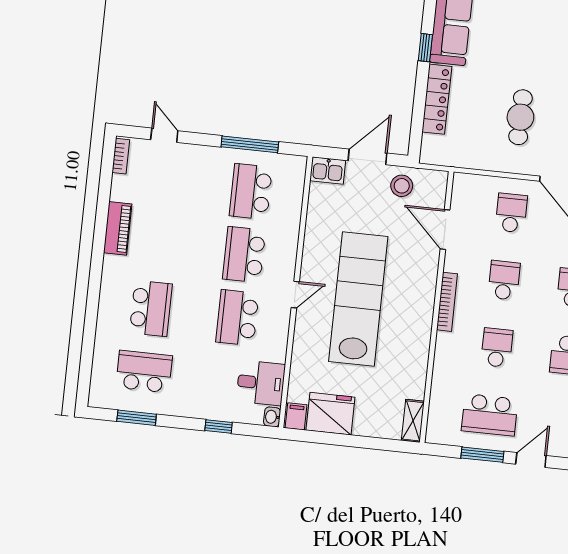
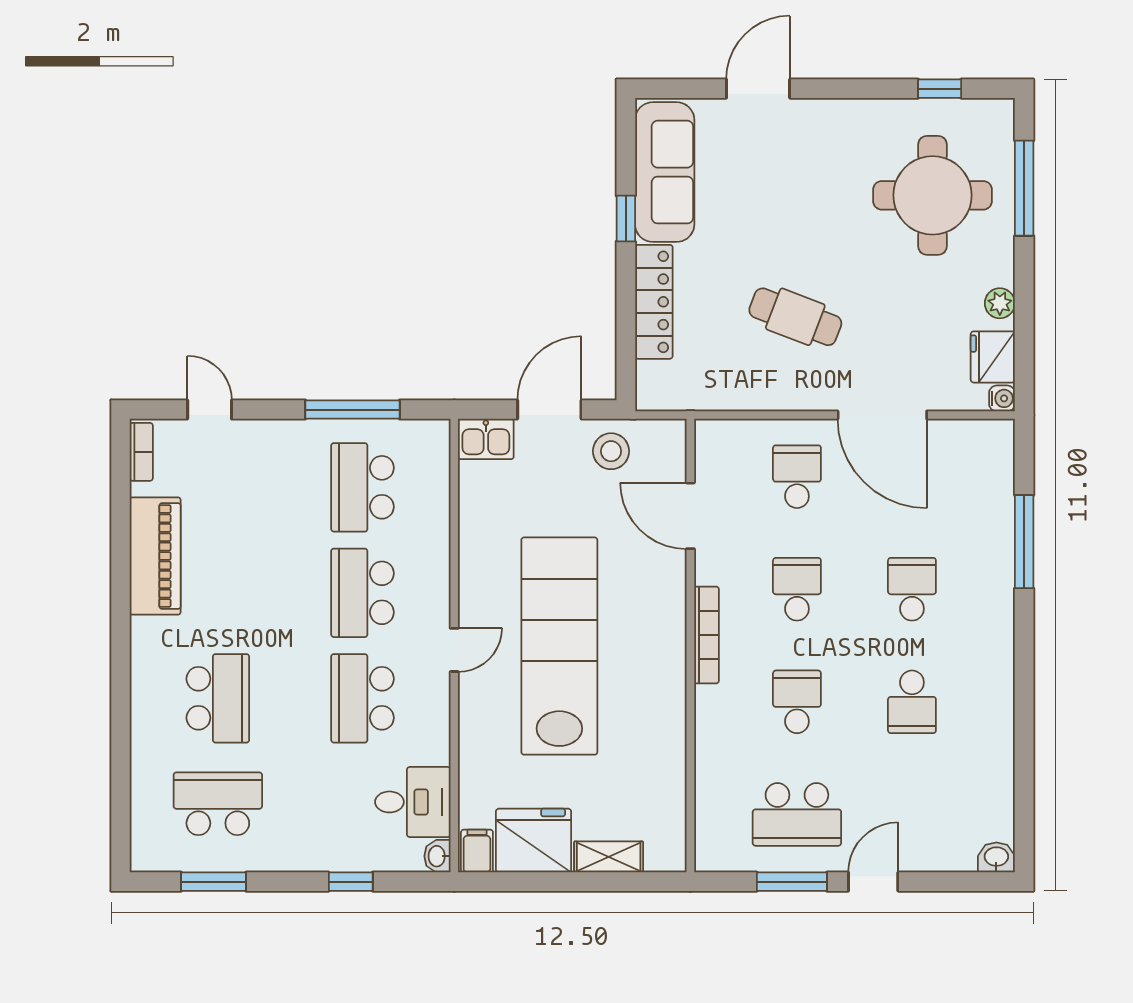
cafe table: (520, 117) -> (795, 317), turned -70
piano: (118, 228) -> (155, 556), width x1.37, depth x1.33
shelving: (413, 421) -> (609, 857), moved, turned 90

